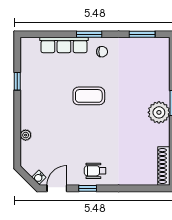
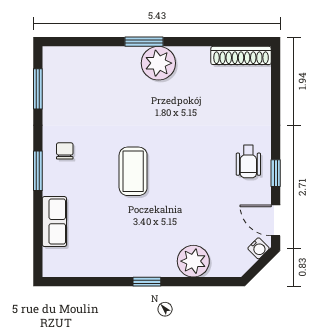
row of seats: (64, 45) -> (54, 222), width x0.68
window: (17, 81) -> (147, 282), moved
plant: (26, 135) -> (193, 261), width x1.88, depth x1.88

